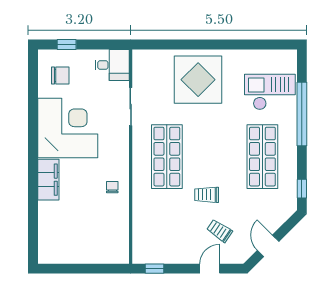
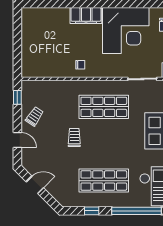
window: (302, 189) -> (92, 211), moved
trolley: (220, 231) -> (35, 116), moved

